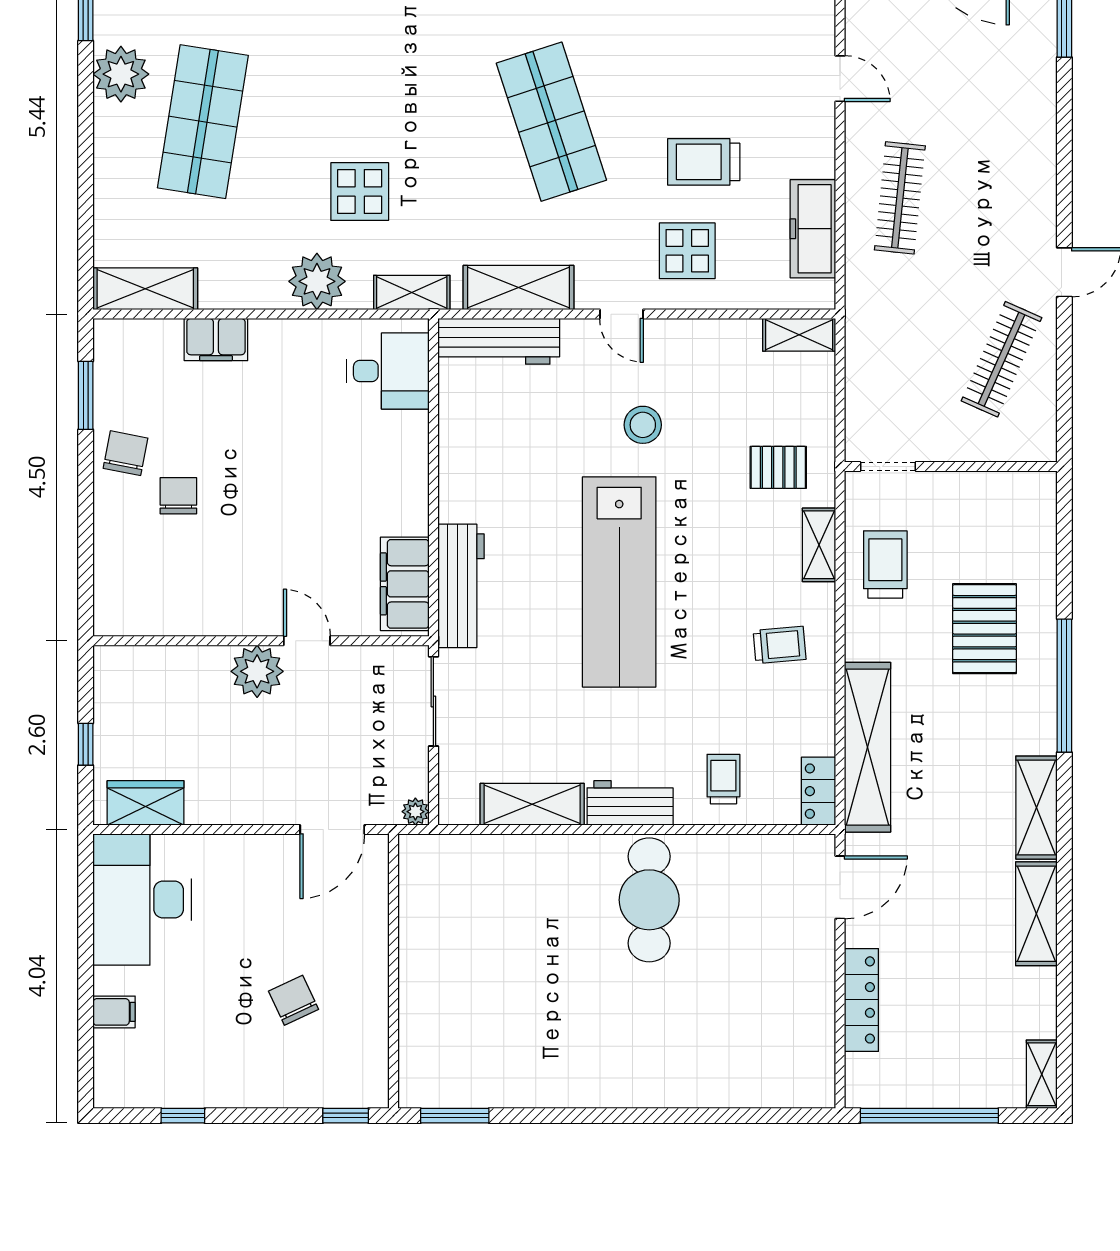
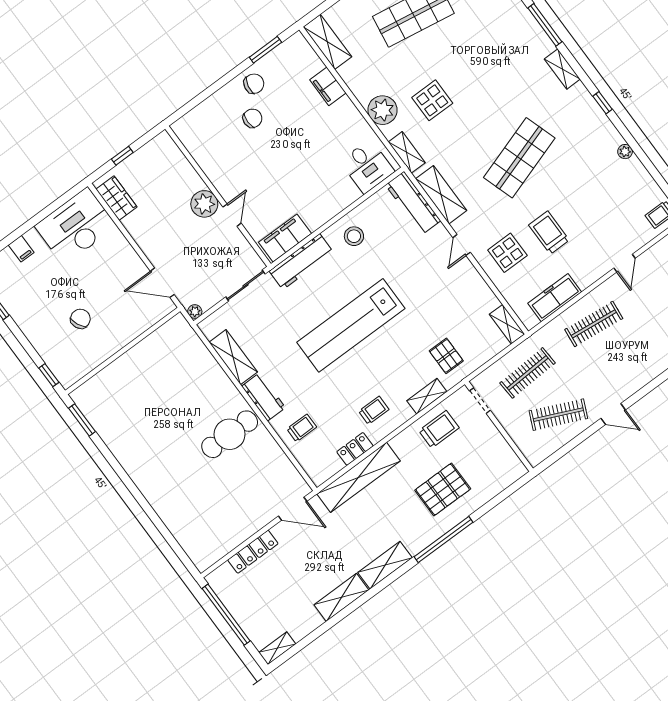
clothes rail: (900, 359) -> (528, 373), added
stool: (643, 425) -> (354, 236), moved
trolley: (780, 645) -> (374, 410), turned -85
locker: (818, 791) -> (355, 449), moved

